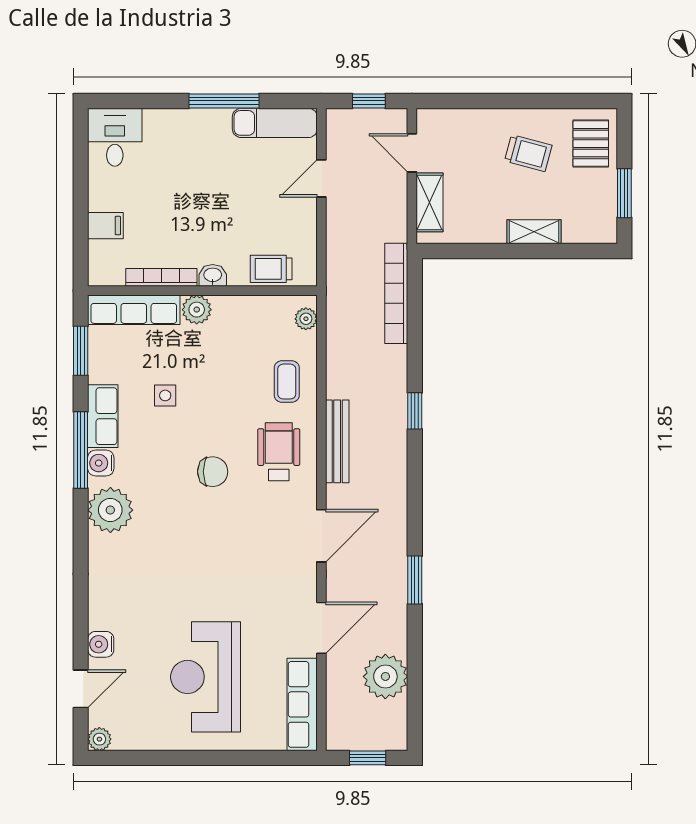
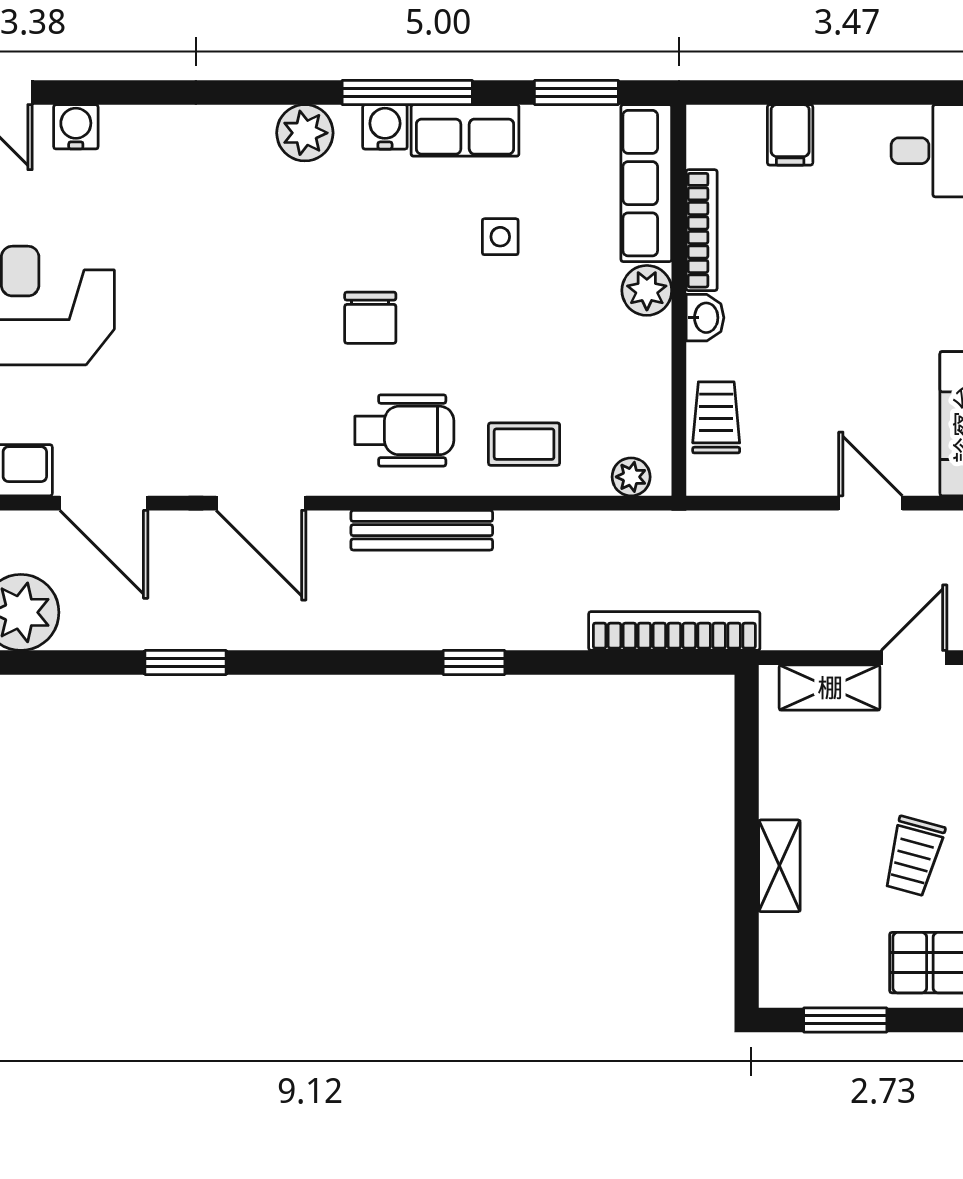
plant: (110, 510) -> (305, 133), width x0.73, depth x0.73

